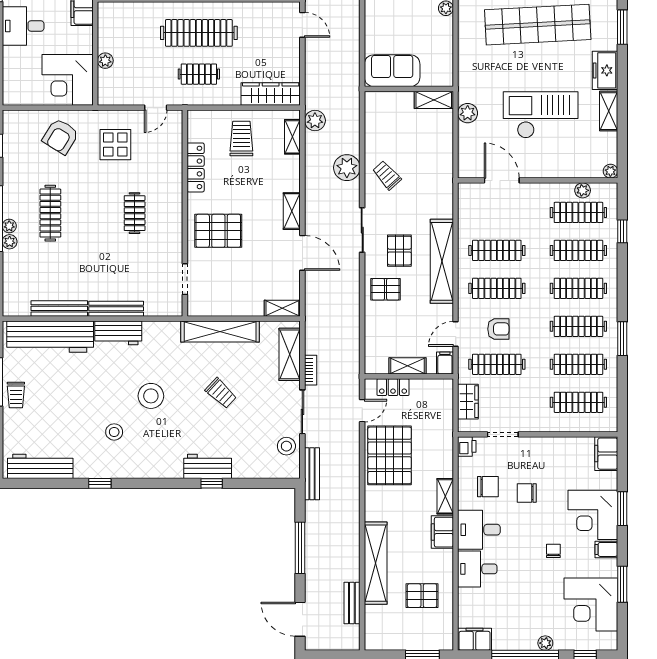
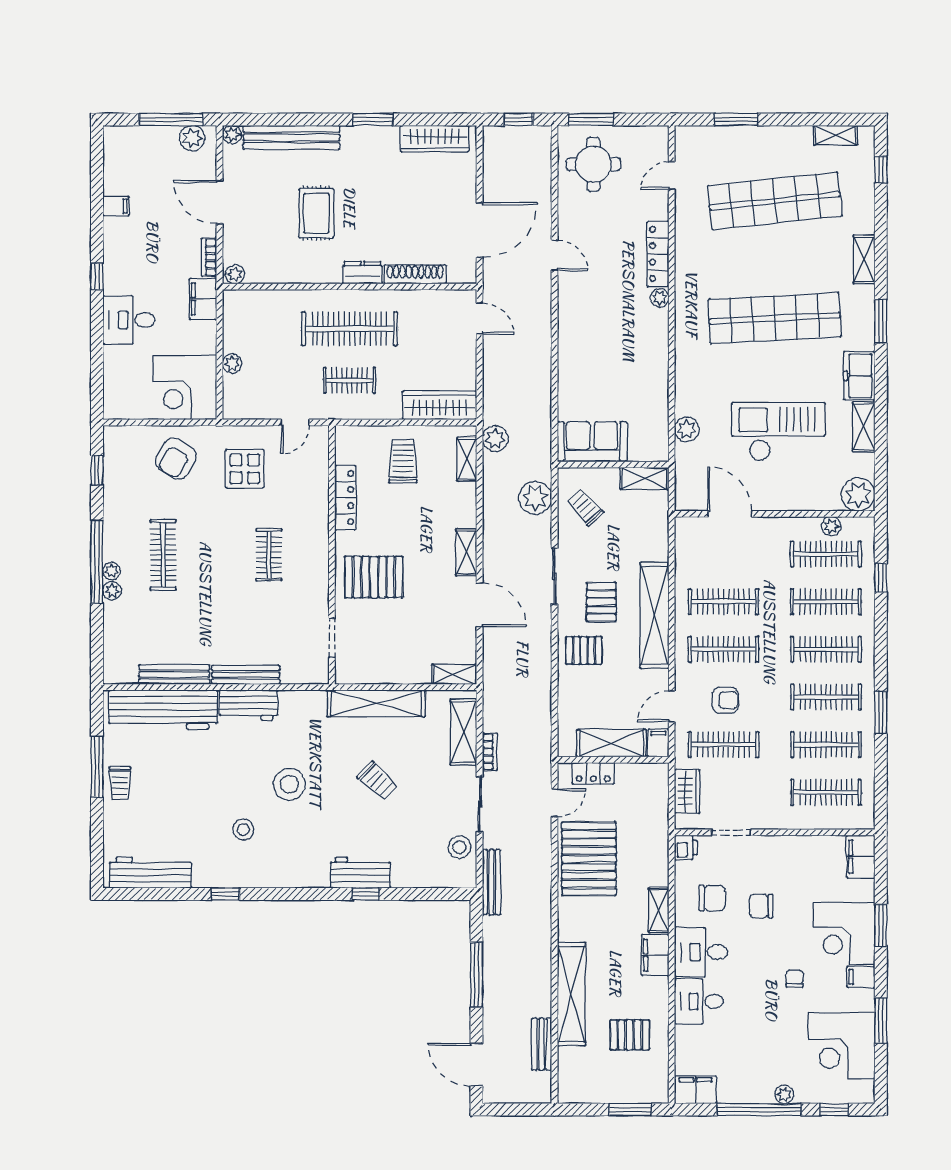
sofa: (392, 71) -> (592, 442), moved
wall: (409, 89) -> (613, 465), moved
shelving: (434, 100) -> (644, 478), moved
plant: (610, 171) -> (858, 494), width x1.88, depth x1.88
shelving: (408, 366) -> (611, 743), width x1.50, depth x1.33

